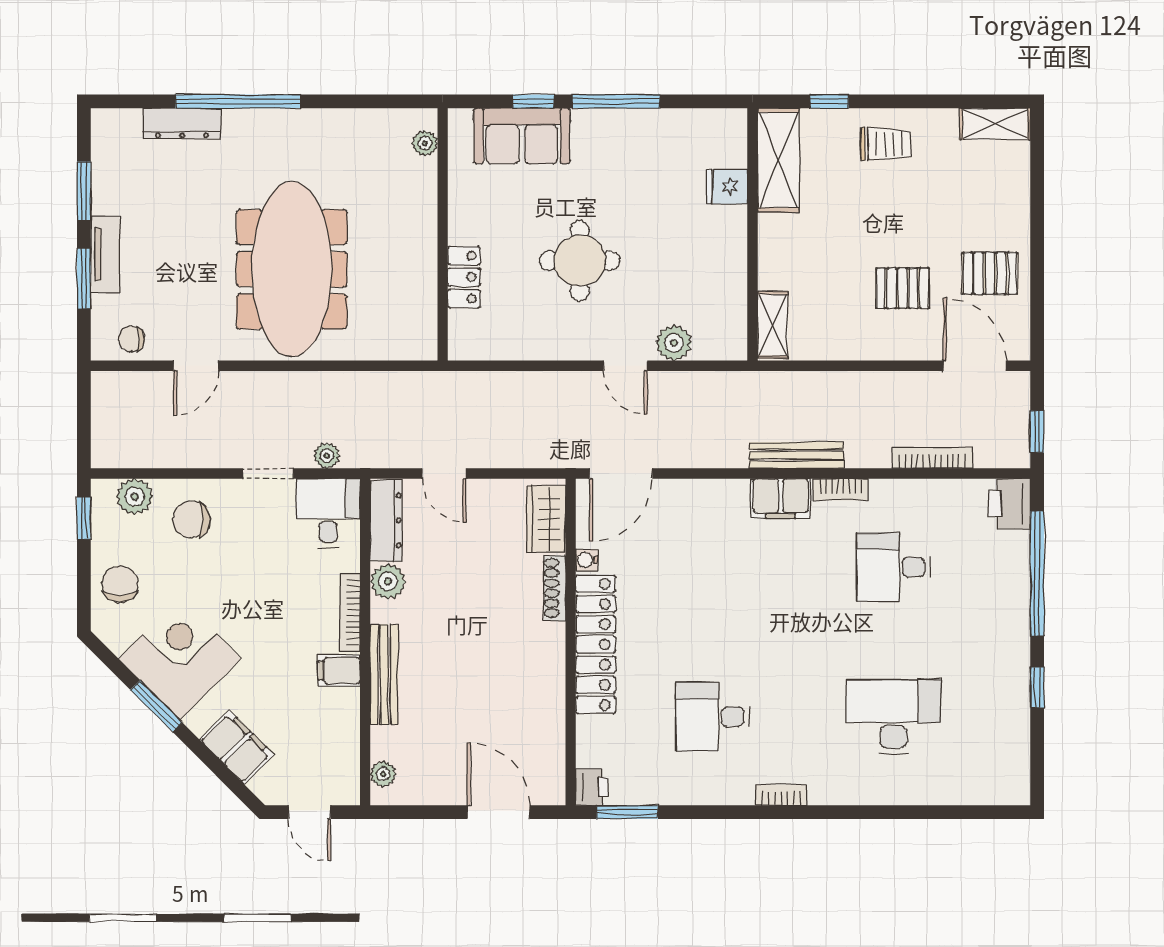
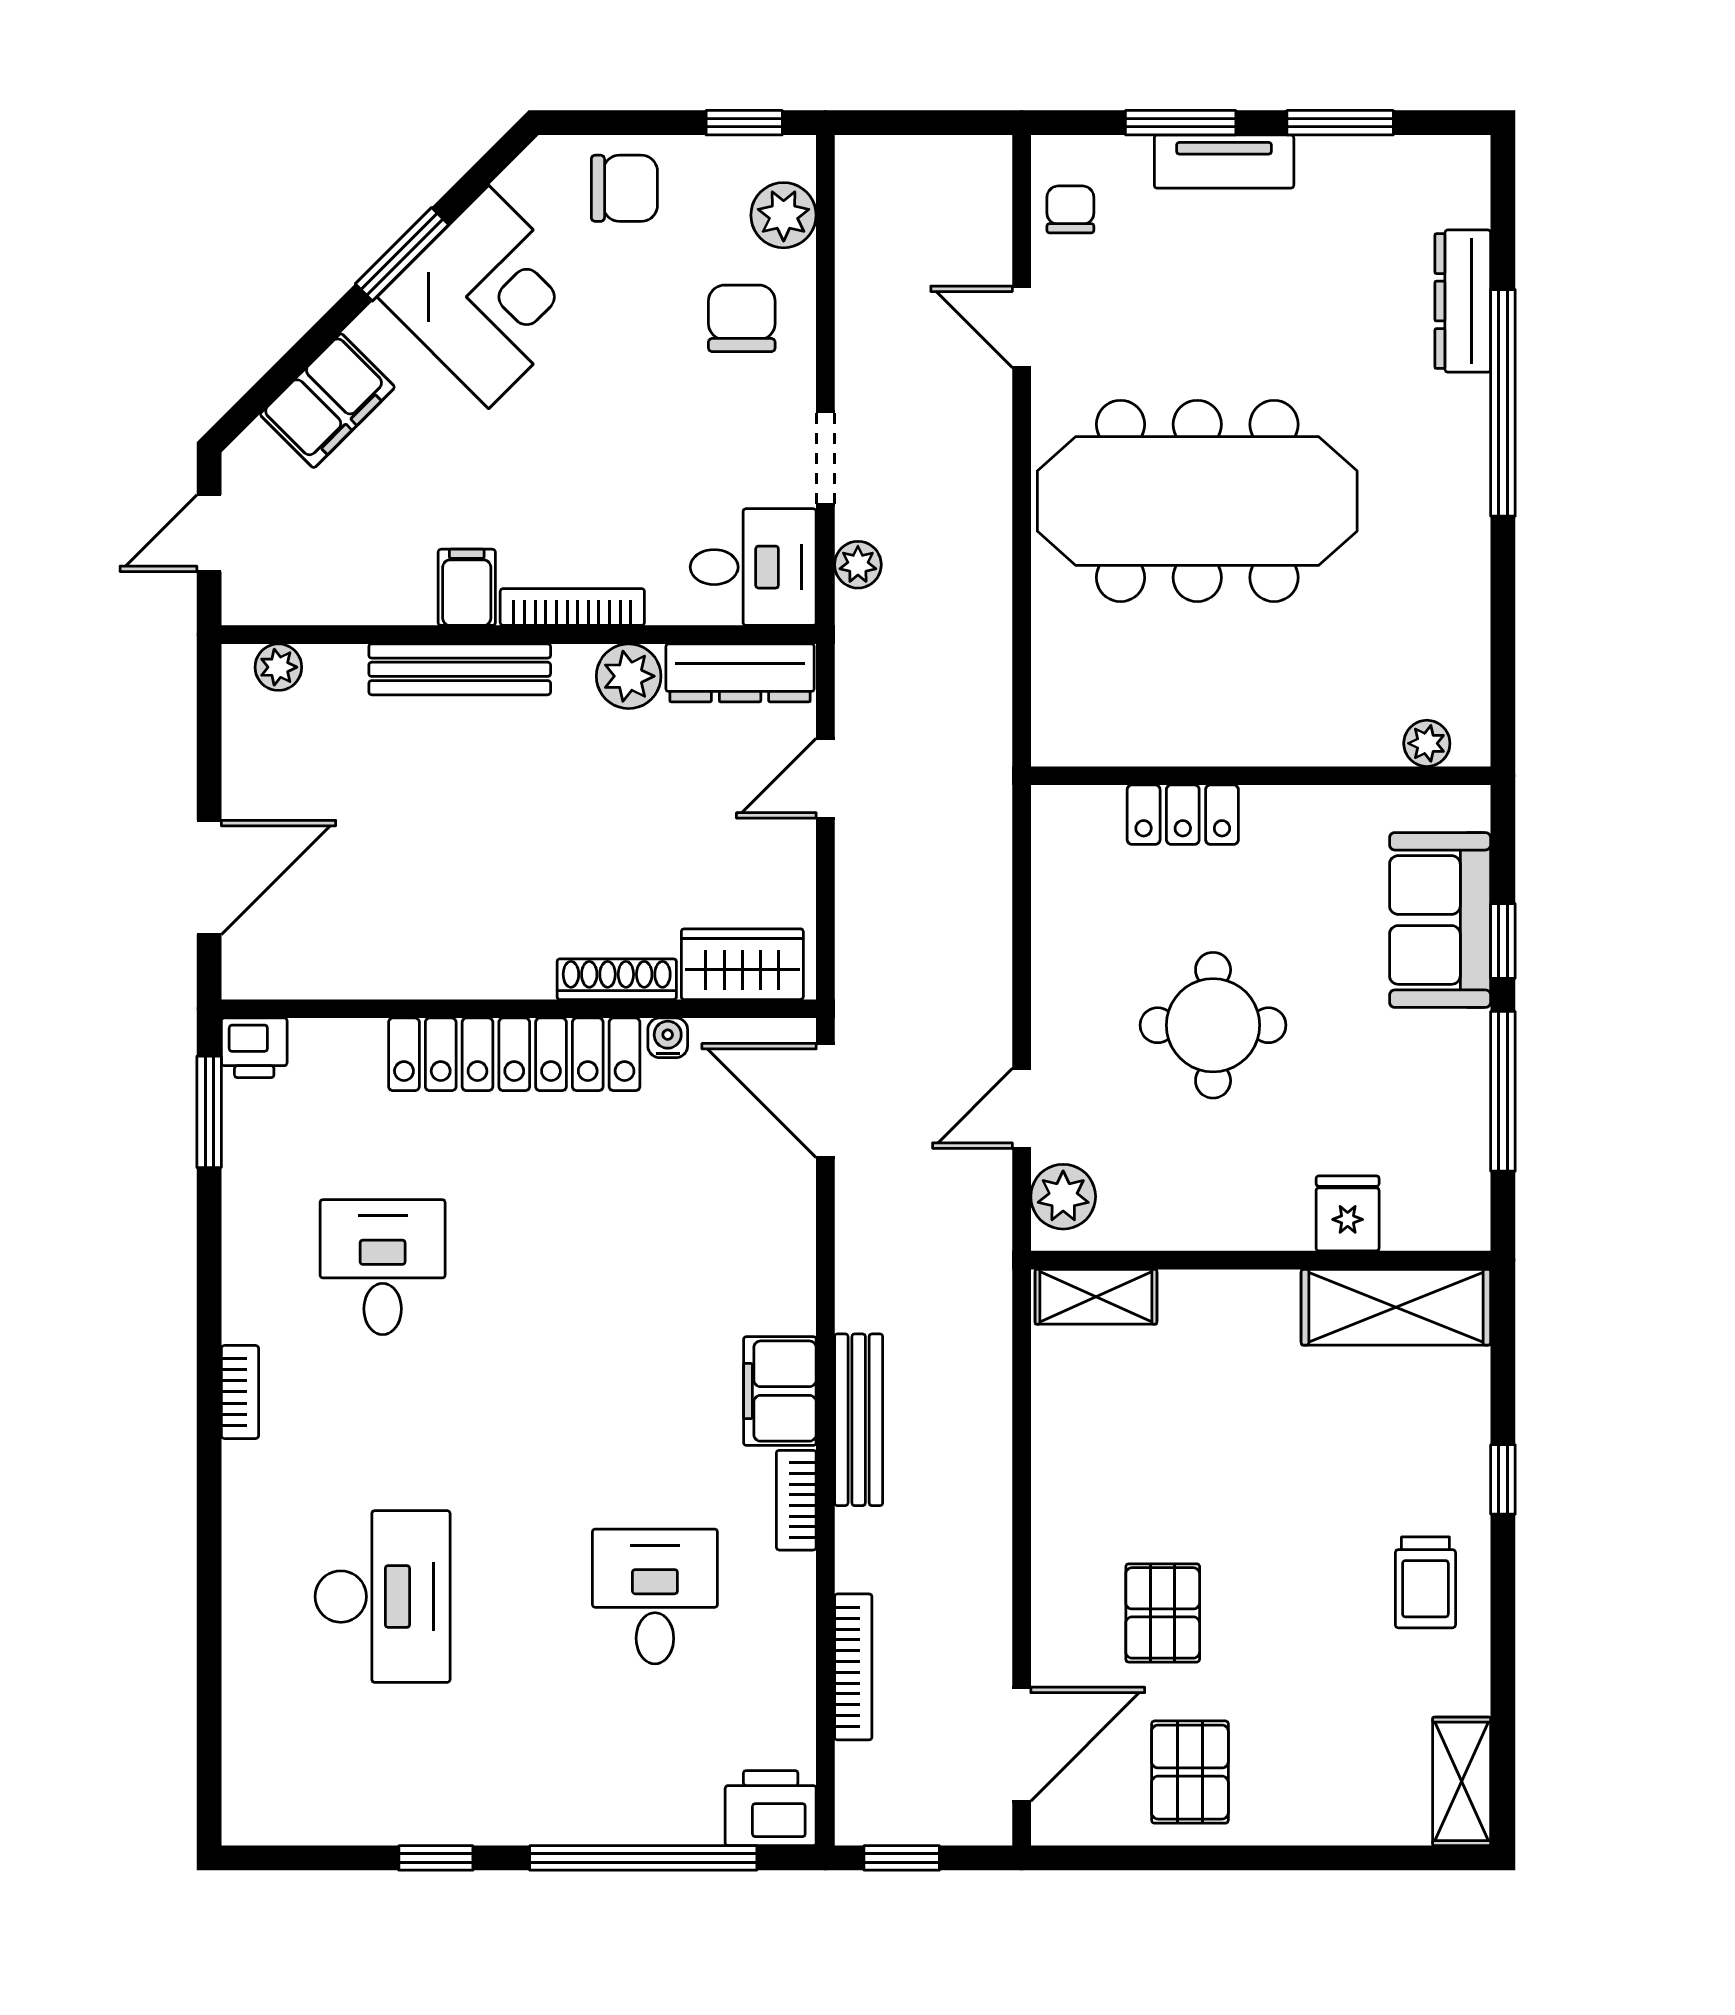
shelving: (778, 160) -> (1396, 1307), moved
fridge: (727, 187) -> (1348, 1213), moved
wall: (753, 234) -> (1261, 1260), moved
shelving: (773, 325) -> (1096, 1297), moved

